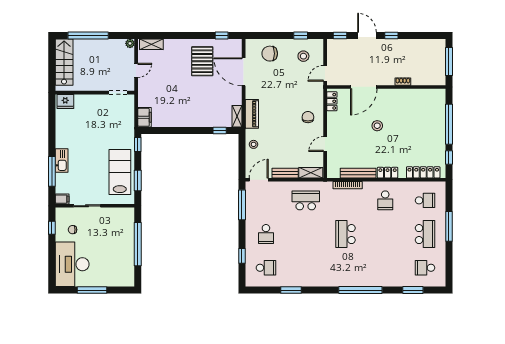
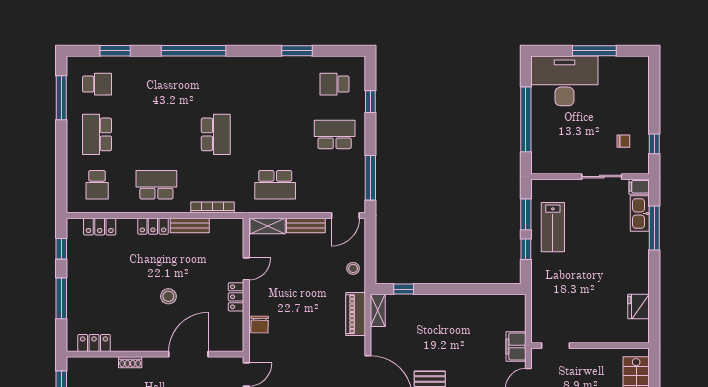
locker: (427, 94) -> (94, 343), added
fridge: (65, 101) -> (639, 306), moved, turned -90
locker: (332, 101) -> (236, 297), moved
filing cabinet: (144, 117) -> (516, 347), moved
chair: (308, 117) -> (260, 325), moved
window: (449, 124) -> (61, 298), width x0.68
window: (138, 145) -> (526, 249), moved
kitchen sink: (62, 161) -> (640, 214), moved
lab bench: (120, 172) -> (553, 227), width x0.73, depth x0.72
locker: (423, 172) -> (100, 227), width x0.66
bench: (358, 173) -> (190, 225), width x0.73
school desk: (385, 200) -> (156, 185), width x1.85
school desk: (425, 200) -> (97, 185), turned -90
window: (449, 226) -> (61, 98), moved
school desk: (266, 234) -> (335, 134), width x1.85
desk: (72, 264) -> (564, 81), moved, turned -90

